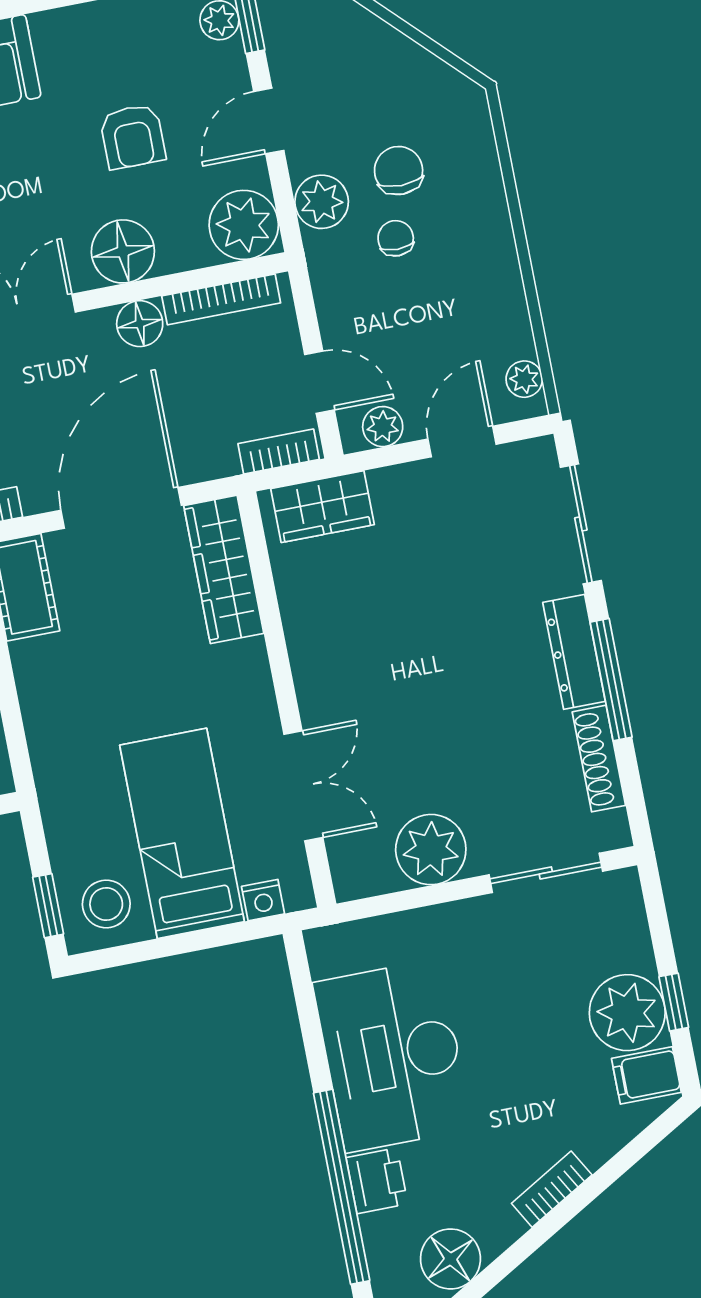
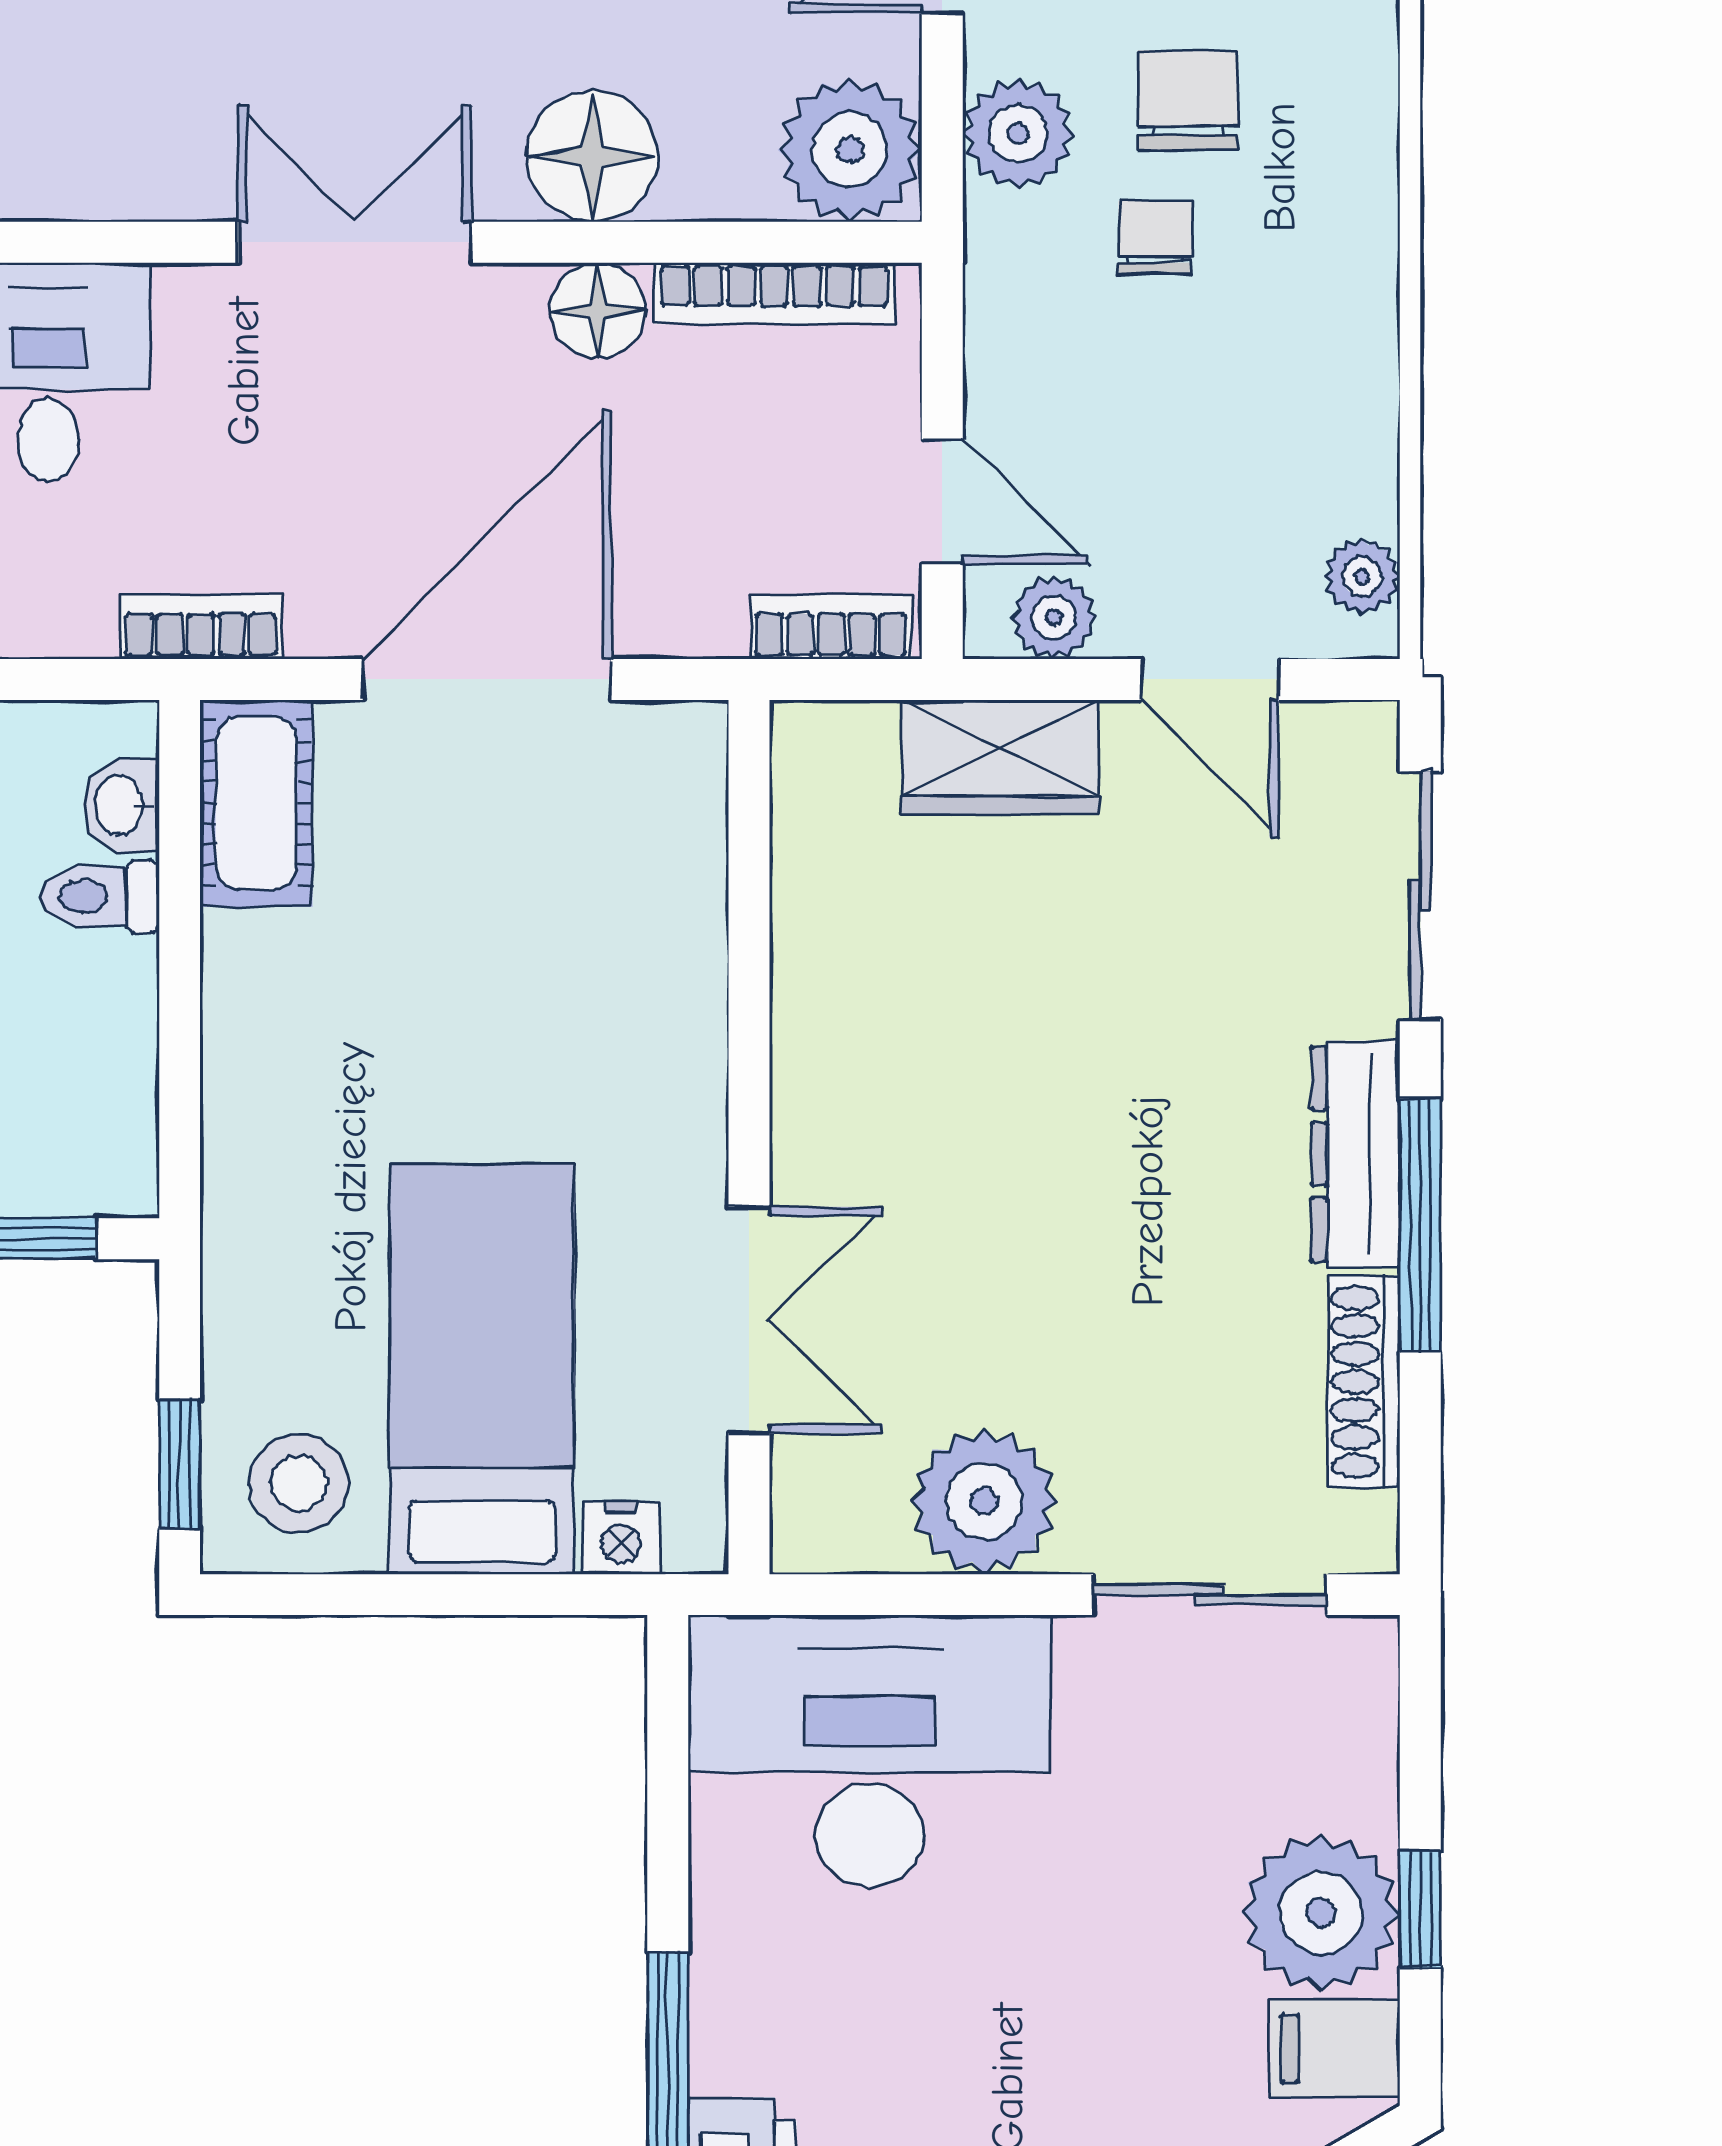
door: (462, 442) -> (1210, 679), swing flipped
wardrobe: (323, 507) -> (1000, 757), moved
wardrobe: (224, 569) -> (672, 846), removed
desk: (393, 1056) -> (870, 1751), moved, turned 90

